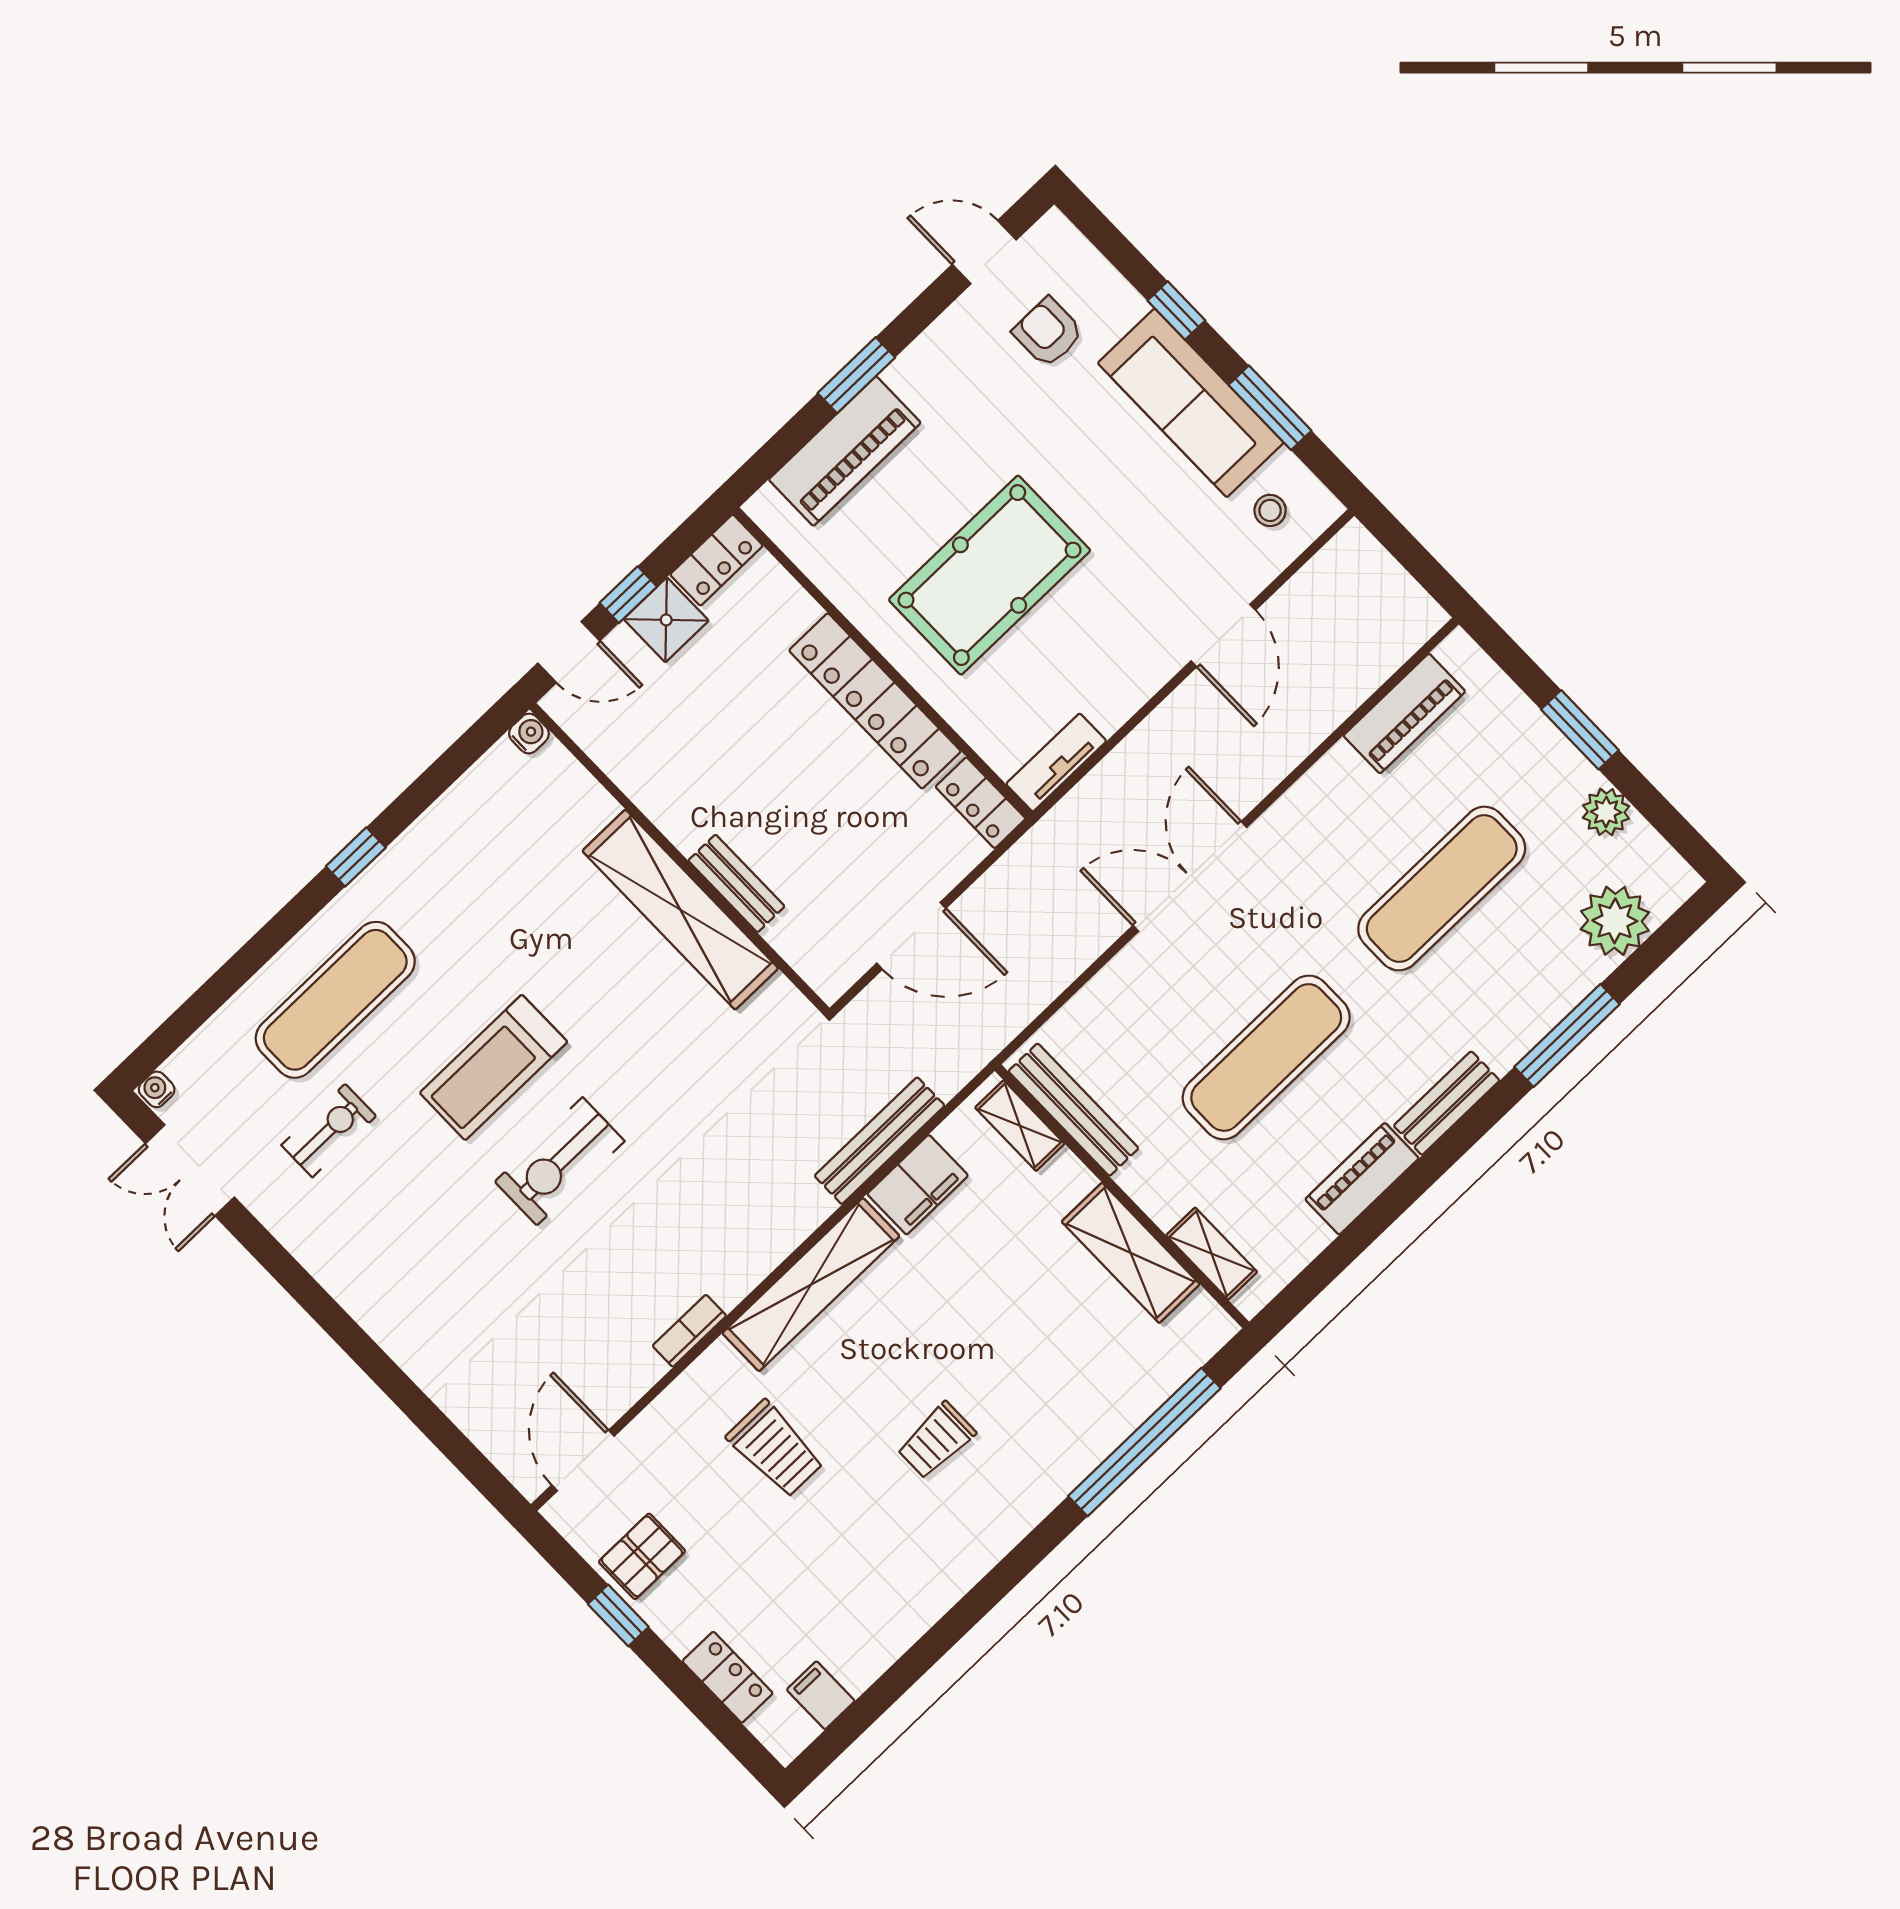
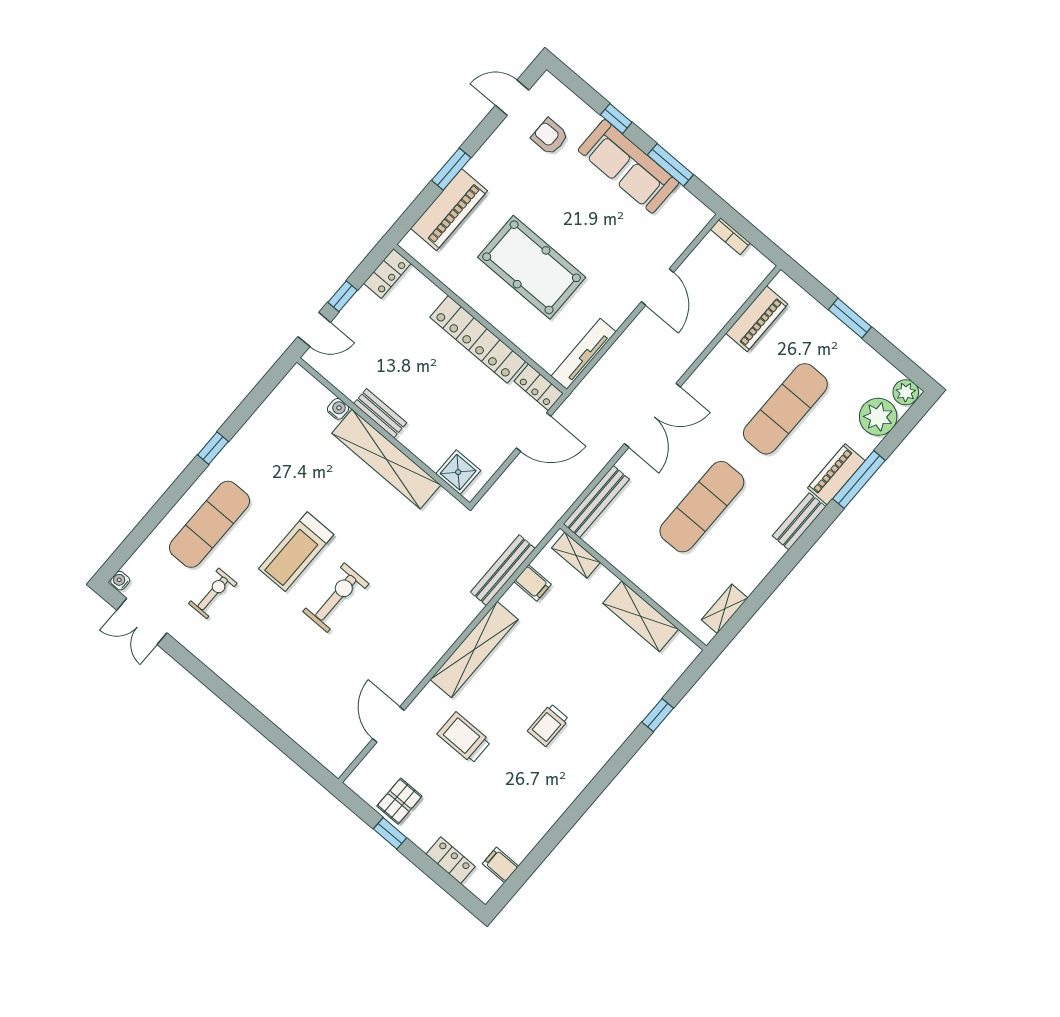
stool: (1270, 510) -> (676, 219), removed
pool table: (990, 575) -> (532, 267), turned 90
shower: (666, 620) -> (458, 472), moved
water cooler: (529, 734) -> (338, 409), moved
tv unit: (1056, 763) -> (583, 354), width x1.41
plant: (1606, 812) -> (906, 392), moved
double door: (1190, 876) -> (652, 415), swing flipped
bench: (736, 883) -> (380, 413), moved
door: (911, 936) -> (534, 432), moved
bench: (1073, 1110) -> (596, 502), moved, turned 90
exercise bike: (560, 1161) -> (336, 598), turned 180
piano: (1362, 1179) -> (836, 474), moved
filing cabinet: (918, 1185) -> (533, 583), width x0.50
shelving: (1212, 1254) -> (725, 609), moved, turned 90
bookcase: (689, 1331) -> (730, 236), moved, turned -90
window: (1144, 1442) -> (658, 715), width x0.32
trolley: (775, 1449) -> (464, 738), turned 180
door: (583, 1460) -> (388, 725), moved

